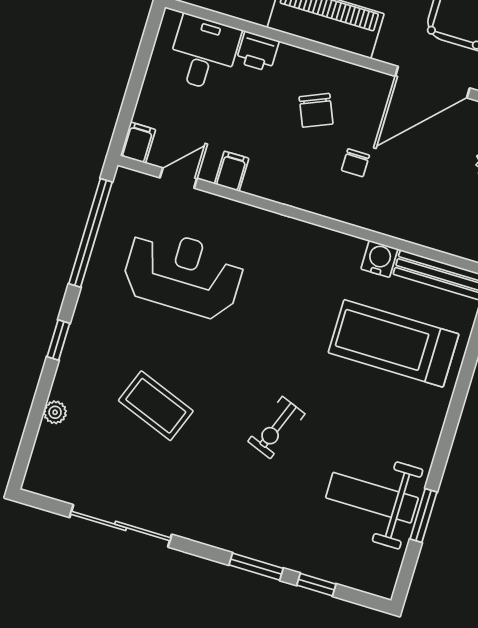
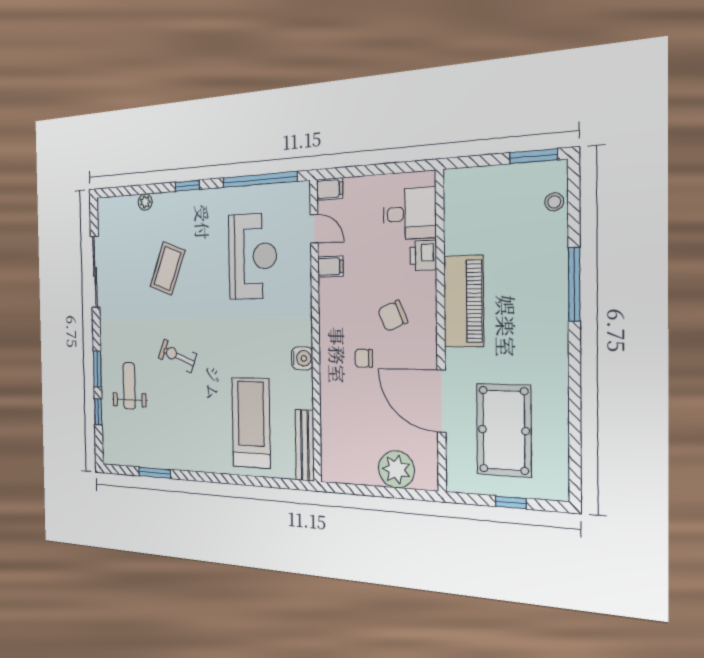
water cooler: (379, 259) -> (302, 358), moved
weight bench: (372, 498) -> (129, 386), moved, width x0.73, depth x0.75

